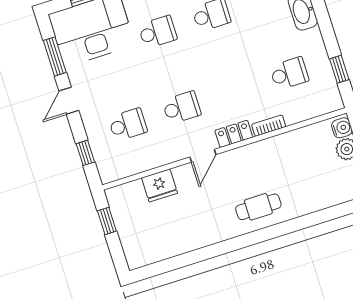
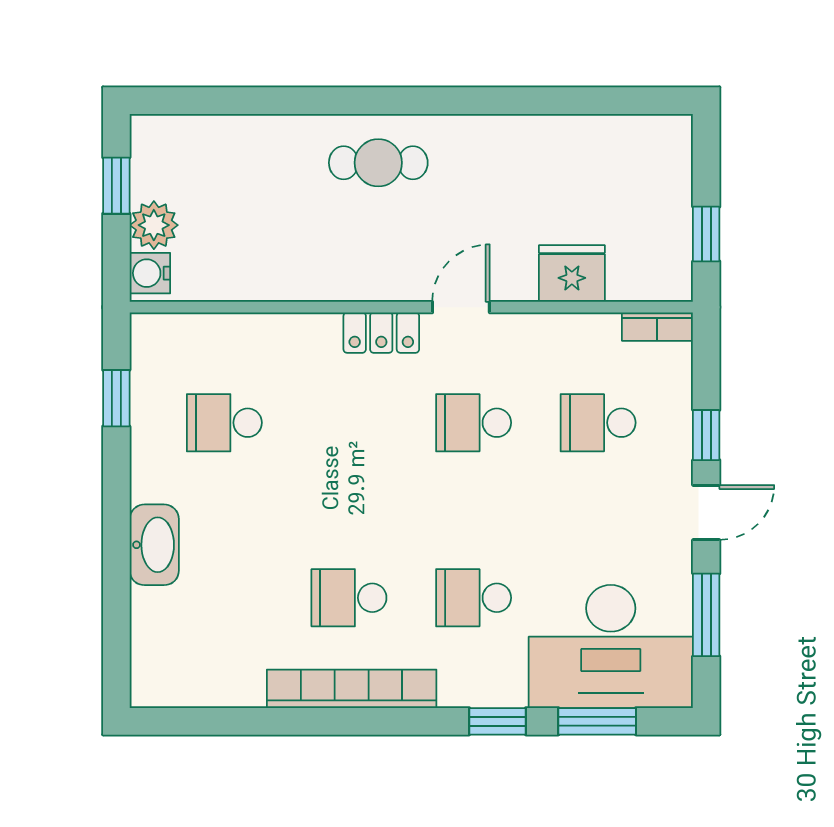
bookcase: (269, 126) -> (657, 327), moved
window: (85, 153) -> (706, 435), moved

